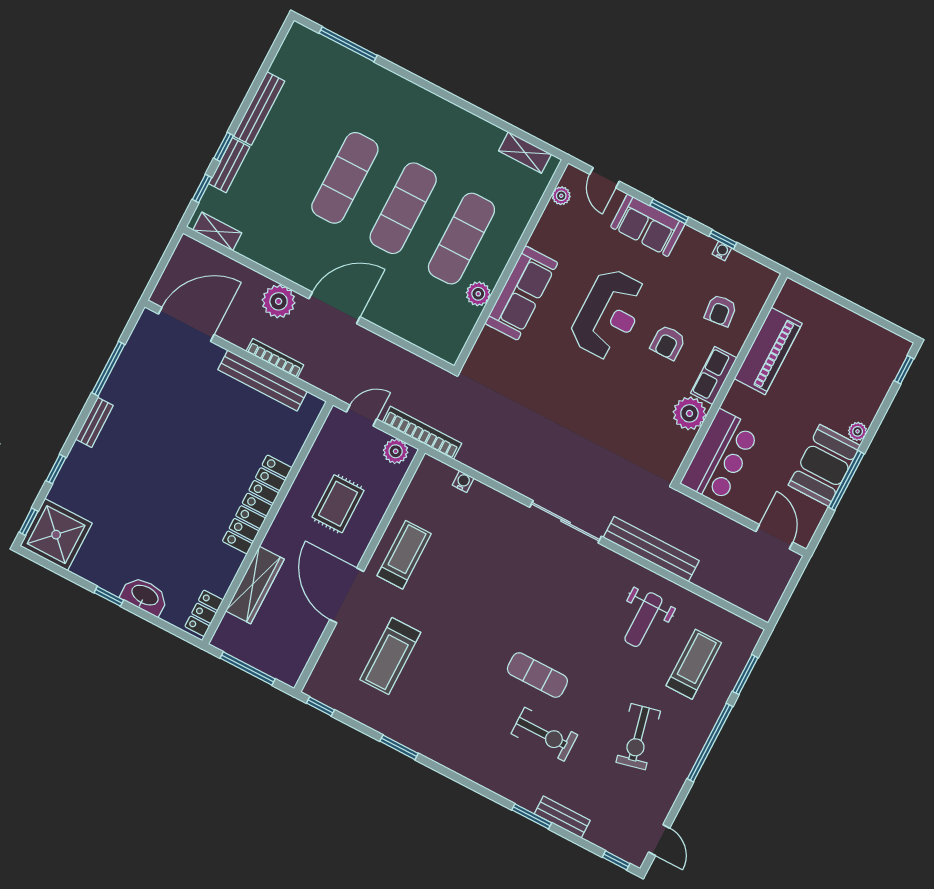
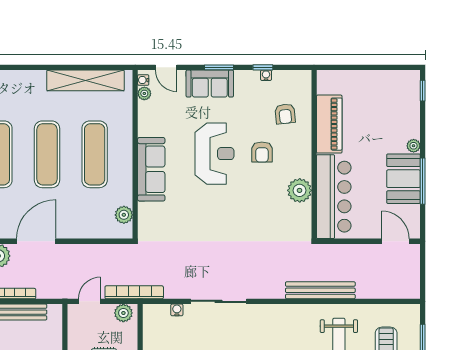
shelving: (525, 153) -> (85, 80), width x2.20, depth x1.33
water cooler: (568, 179) -> (143, 80), added
plant: (478, 294) -> (124, 215), moved
row of seats: (714, 375) -> (302, 158), removed
bar counter: (720, 457) -> (334, 197), width x1.36
sliding door: (566, 522) -> (219, 301), moved

